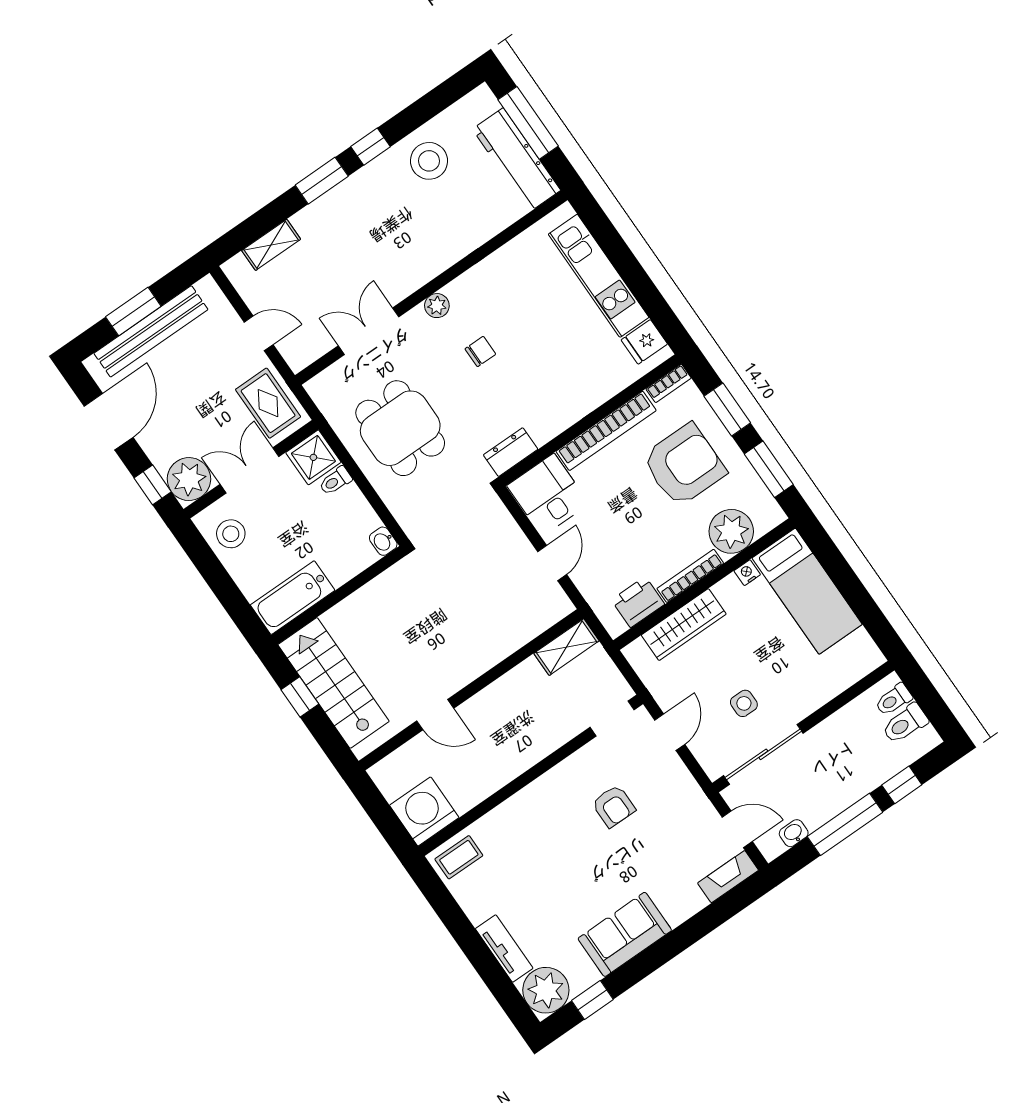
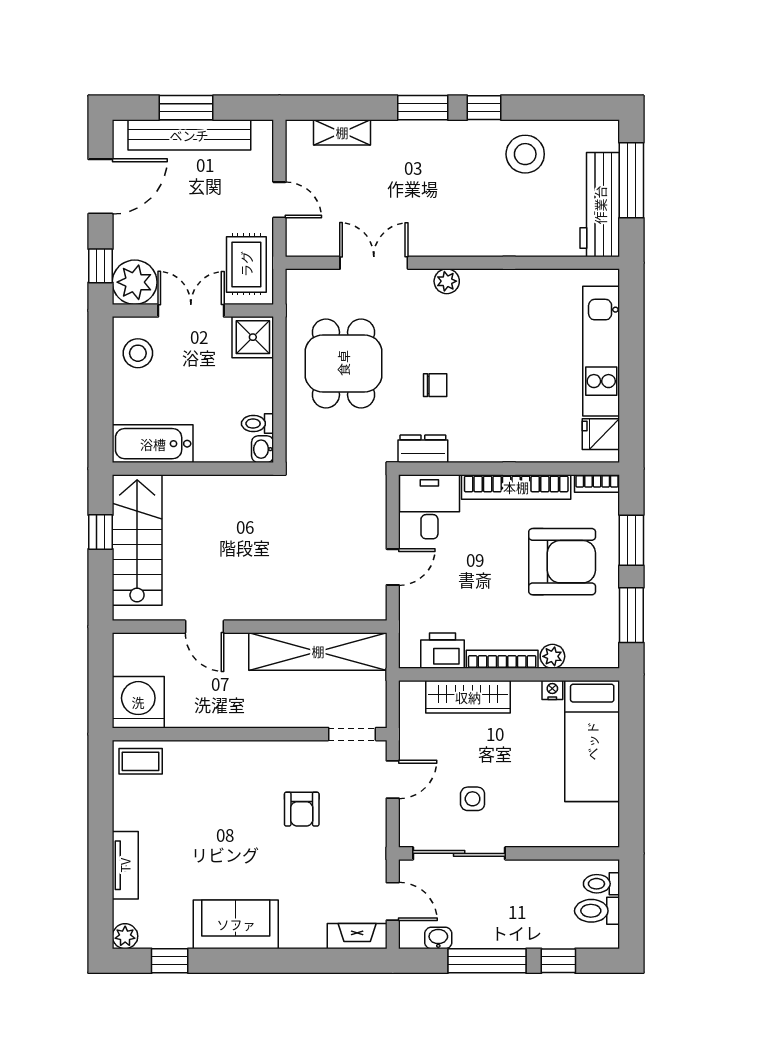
chair: (480, 351) -> (435, 385), moved
toilet: (335, 481) -> (258, 424), moved
plant: (731, 531) -> (552, 656), width x0.53, depth x0.53
shelving: (567, 647) -> (318, 651), width x2.20, depth x1.33
plant: (546, 990) -> (125, 936), width x0.53, depth x0.53

